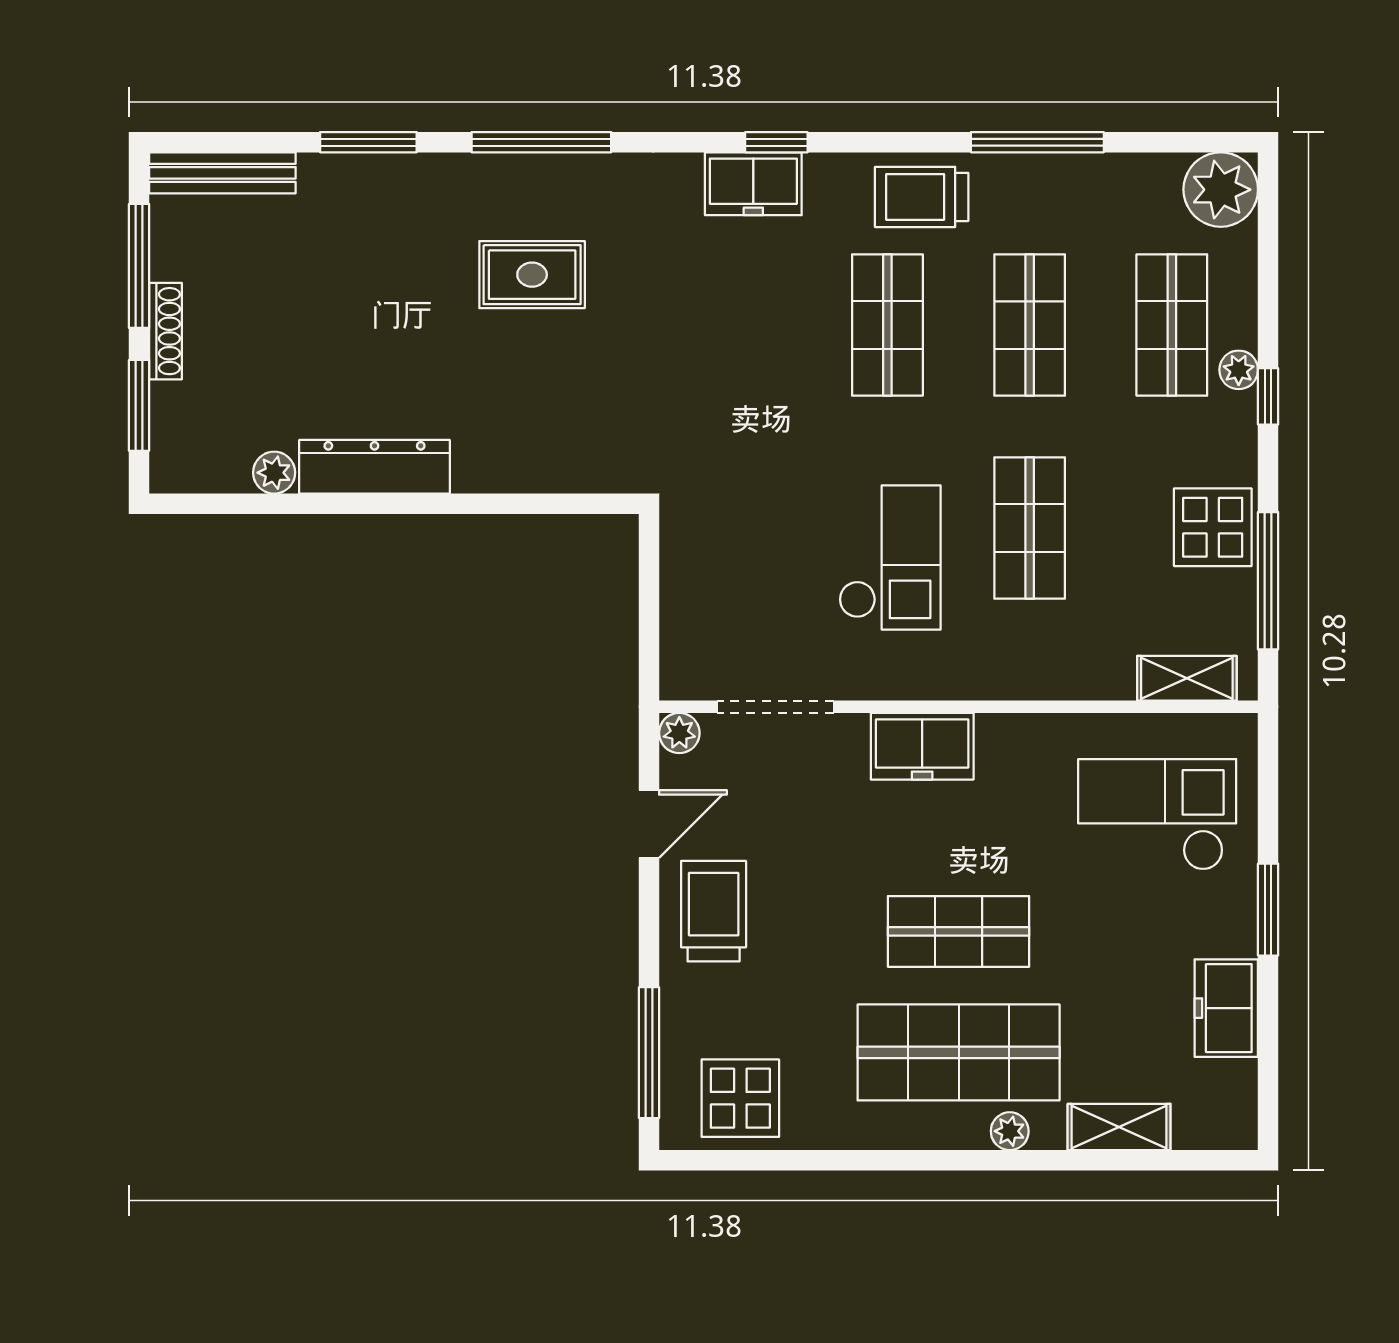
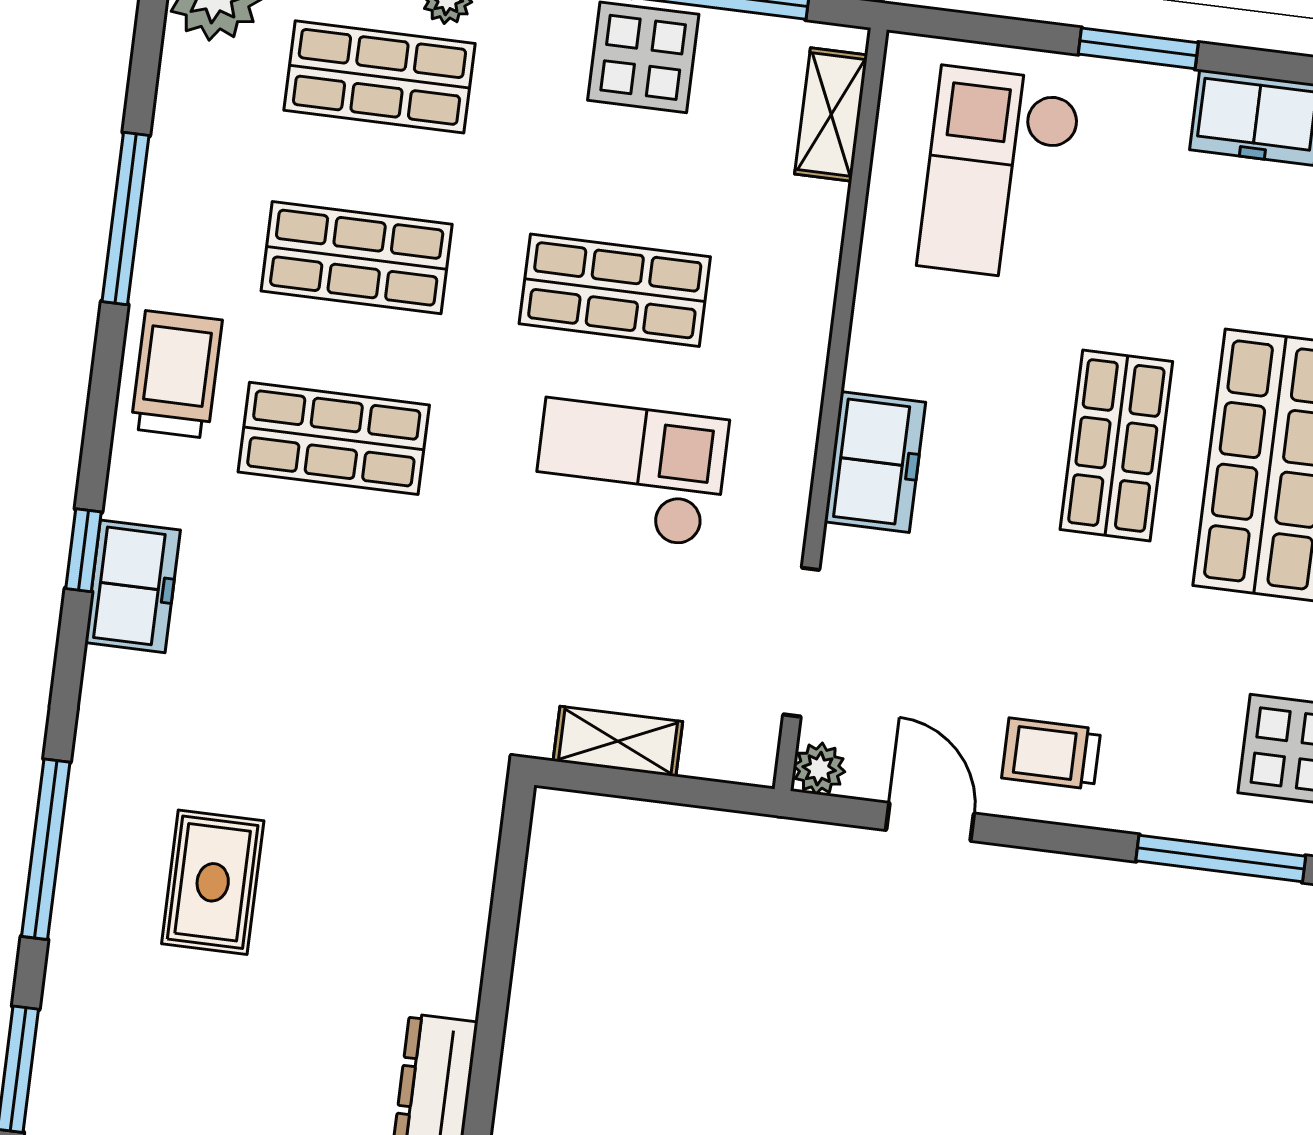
trolley: (922, 197) -> (176, 374), turned 180
shelving: (681, 575) -> (618, 741), added
trolley: (714, 911) -> (1051, 754), width x0.73, depth x0.72

